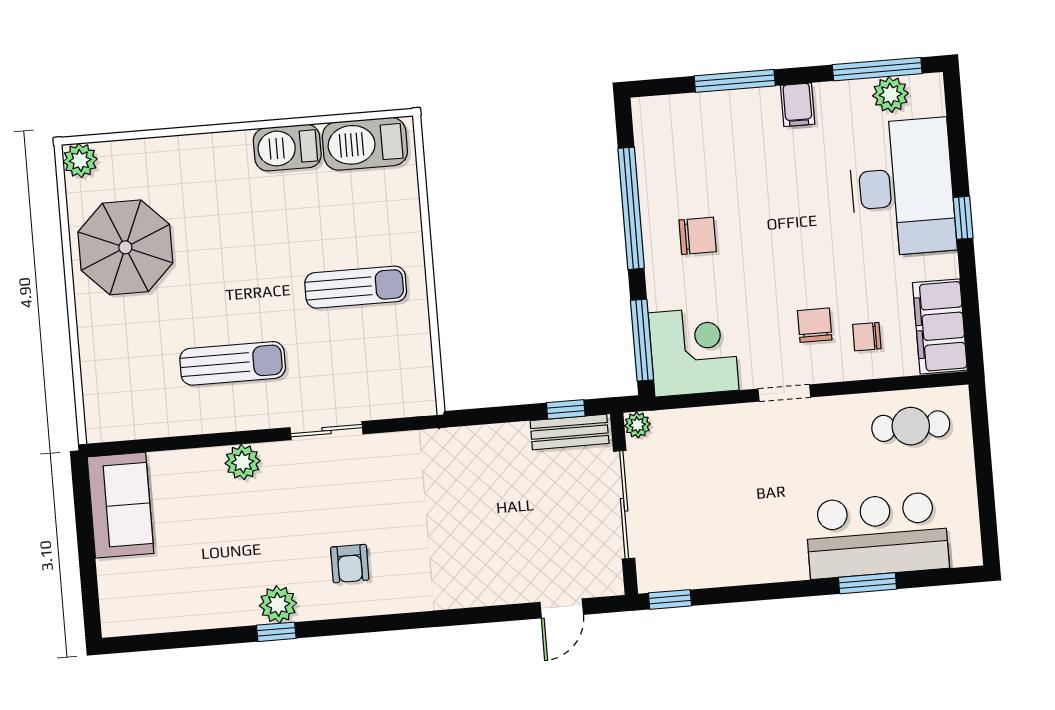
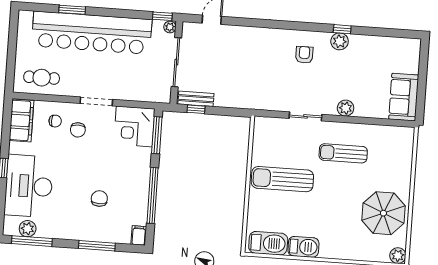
filing cabinet: (798, 105) -> (139, 235), moved
chair: (698, 236) -> (99, 199), moved, turned 90
sun lounger: (356, 287) -> (282, 179), width x1.36, depth x1.34
doorway: (784, 393) -> (96, 101), width x1.38
plant: (637, 425) -> (170, 27), moved
bar counter: (877, 535) -> (92, 33), width x1.86

